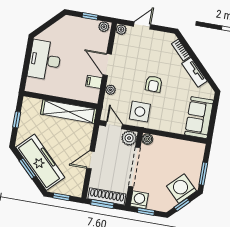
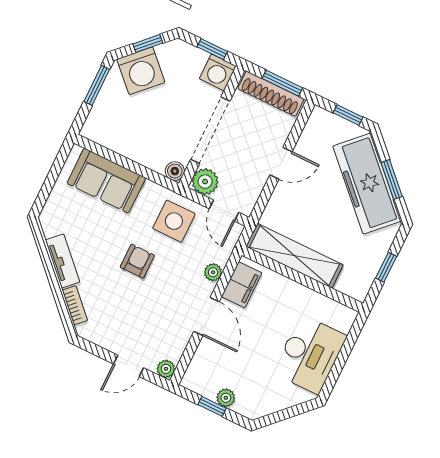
plant: (104, 27) -> (226, 398), moved
filing cabinet: (94, 82) -> (242, 285), width x2.00
sofa: (199, 118) -> (106, 181), moved, turned 90

